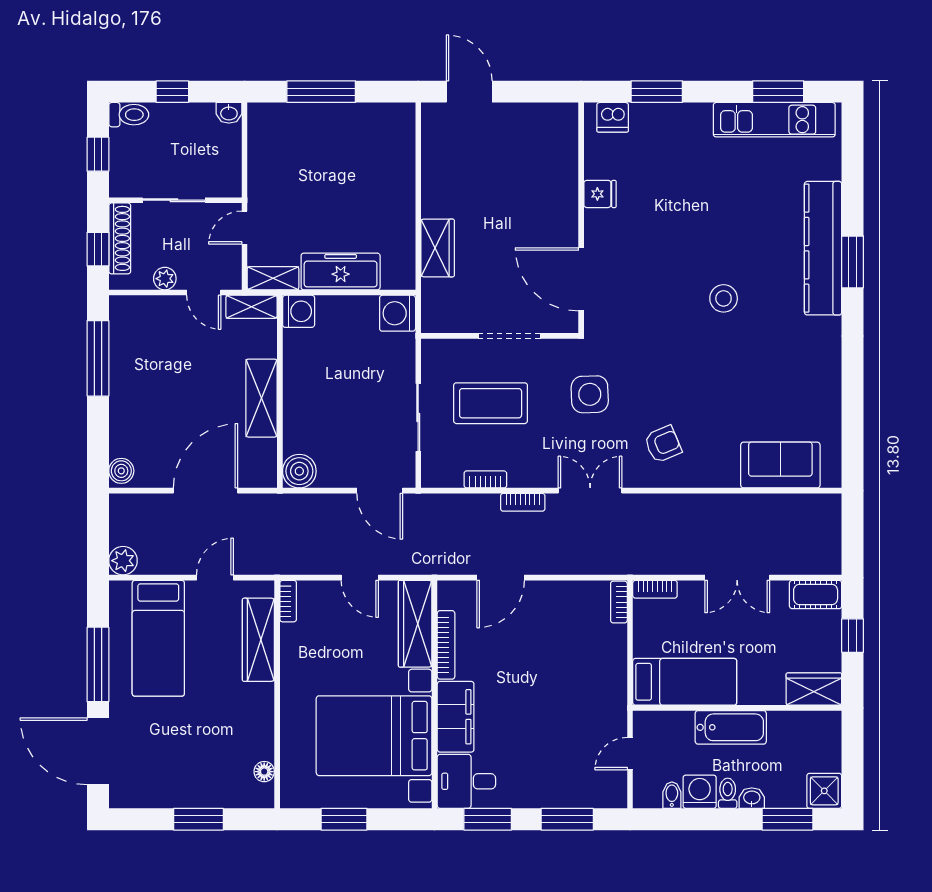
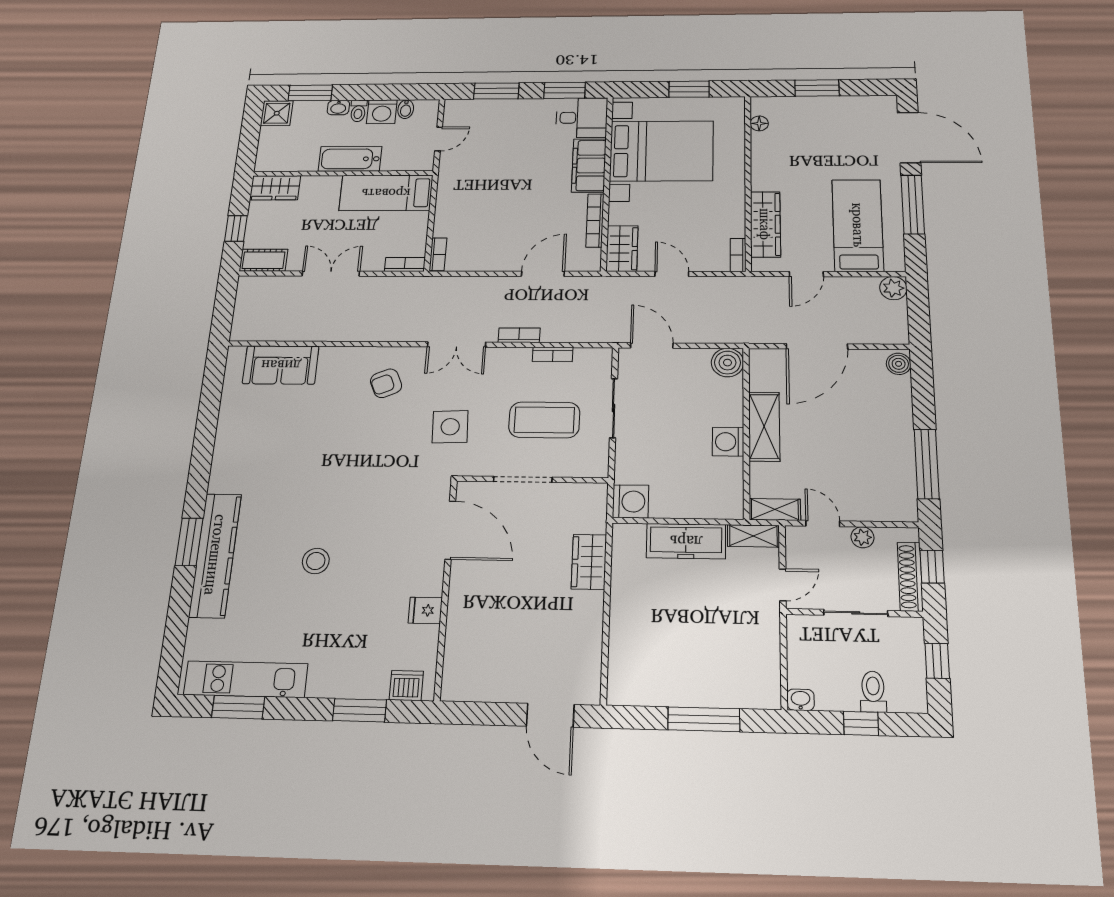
toilet: (129, 115) -> (873, 692), moved, turned 90
stool: (724, 298) -> (316, 561), moved
washing machine: (299, 311) -> (728, 442), moved
wardrobe: (415, 624) -> (622, 249), width x0.67

